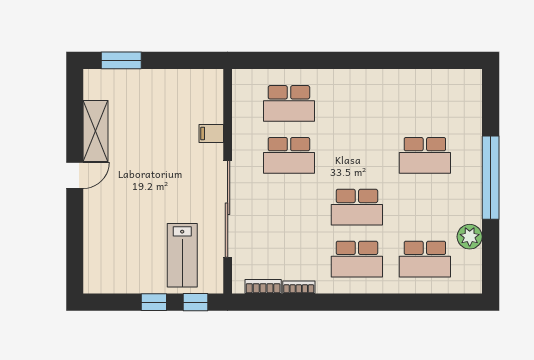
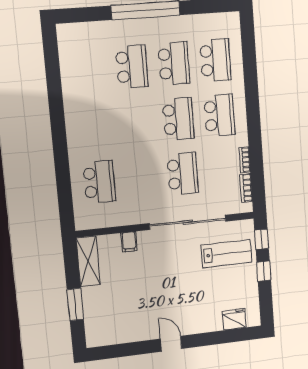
window: (121, 60) -> (75, 304), moved
shelving: (96, 131) -> (88, 261), moved, turned 90
school desk: (289, 155) -> (183, 174), moved
school desk: (425, 207) -> (174, 63), added
plant: (470, 237) -> (195, 25), removed
fridge: (96, 259) -> (234, 319), added

